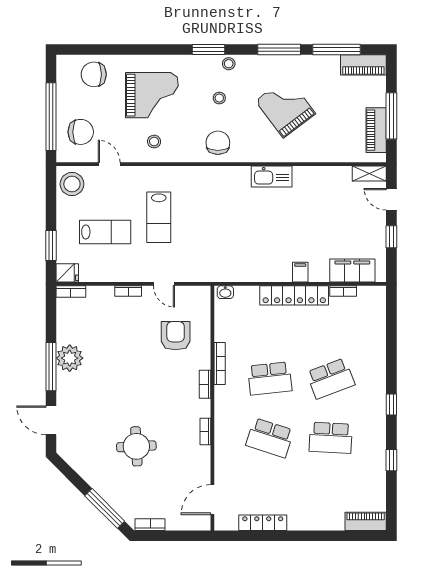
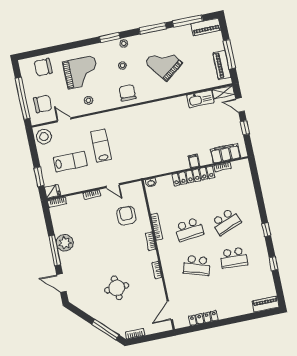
kitchen sink: (272, 177) -> (200, 99), moved
lab bench: (159, 217) -> (101, 146), turned 180

